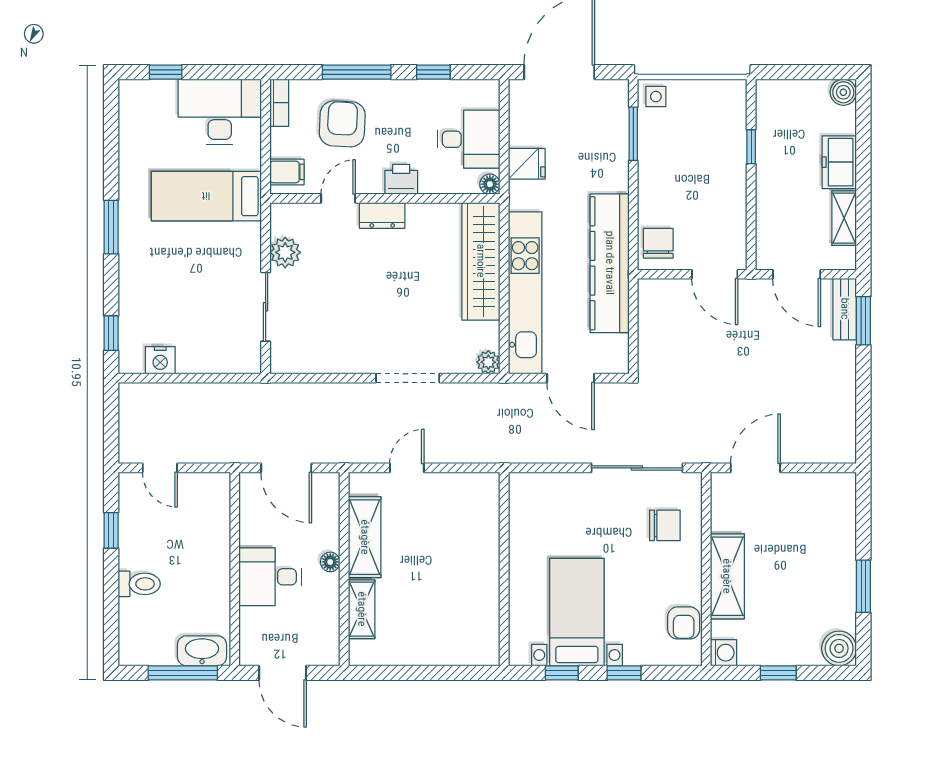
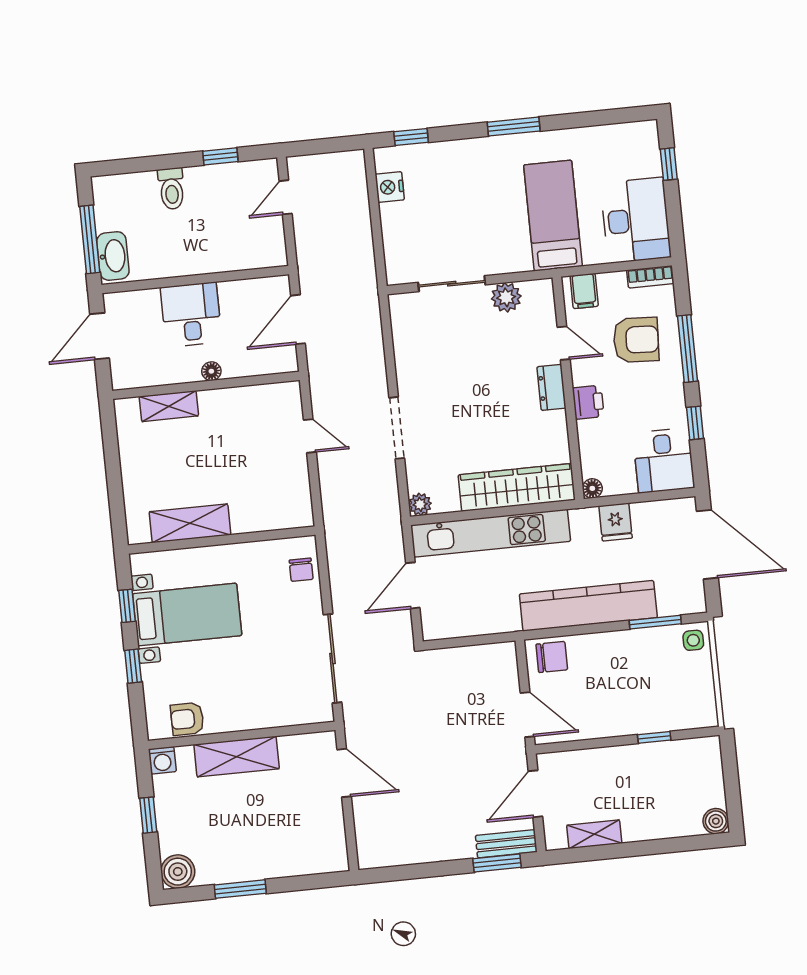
desk: (469, 139) -> (664, 460), moved
freezer: (839, 162) -> (648, 824), removed
kitchen counter: (610, 263) -> (588, 606), moved
door: (715, 274) -> (527, 715), swing flipped
chair: (665, 525) -> (301, 570), moved, width x0.73, depth x0.73
shelving: (365, 537) -> (190, 523), moved

